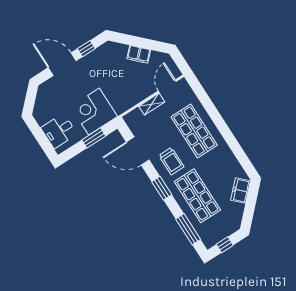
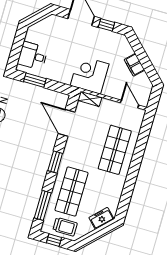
door: (167, 86) -> (129, 104), hinge flipped
shelving: (152, 104) -> (90, 99), moved
corner desk: (94, 112) -> (90, 75), moved
window: (94, 138) -> (35, 80), moved
trolley: (171, 161) -> (65, 227), moved, turned -90

